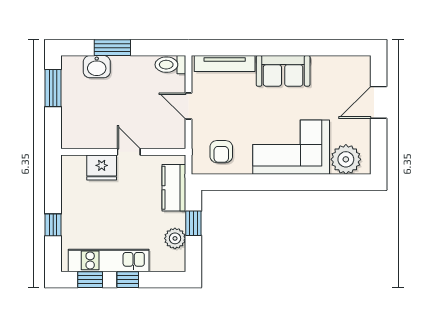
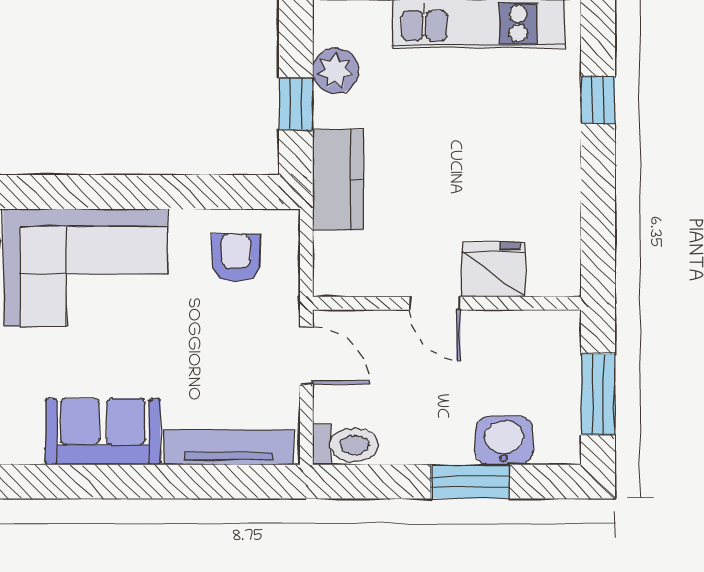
wall: (123, 152) -> (447, 303), moved
door: (129, 152) -> (435, 303), moved
fridge: (102, 167) -> (493, 270), moved

